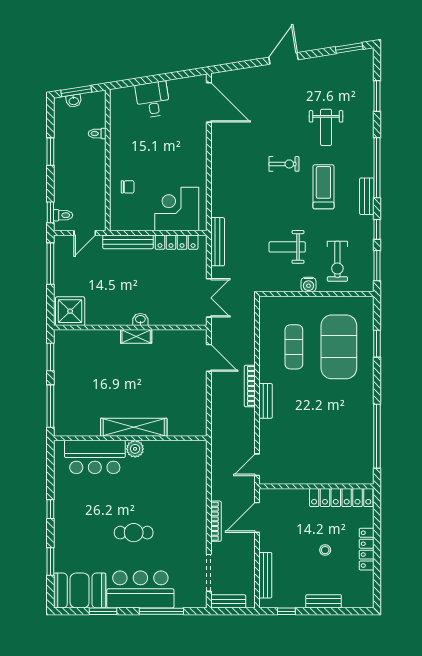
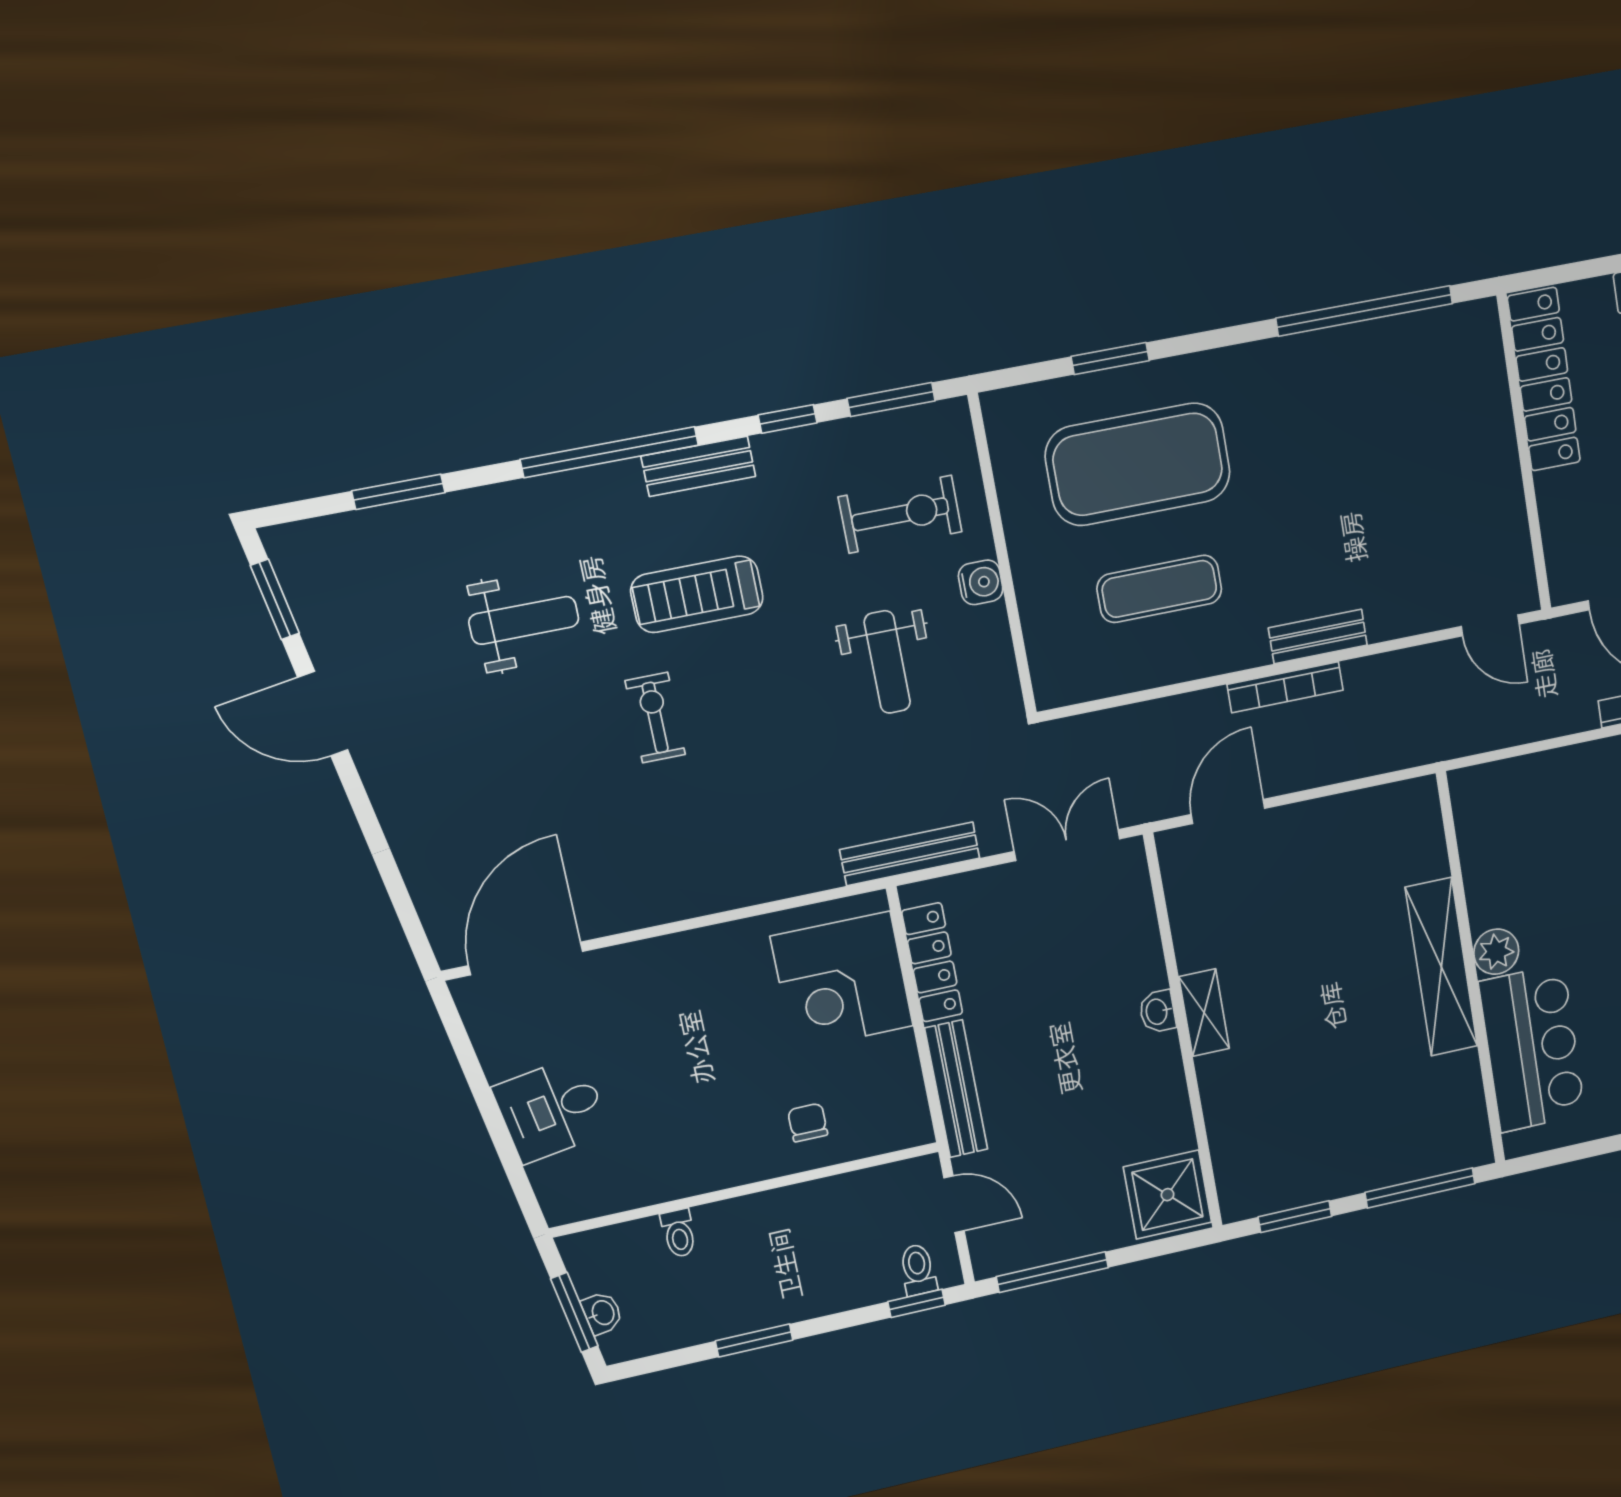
door: (283, 58) -> (323, 714), moved

